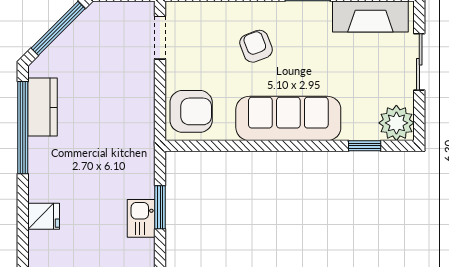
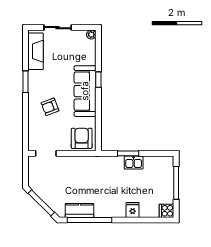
plant: (396, 123) -> (91, 35), width x0.53, depth x0.53
window: (365, 146) -> (98, 80), moved

